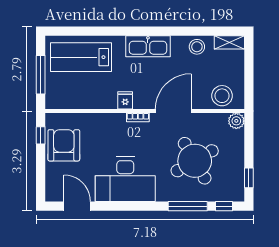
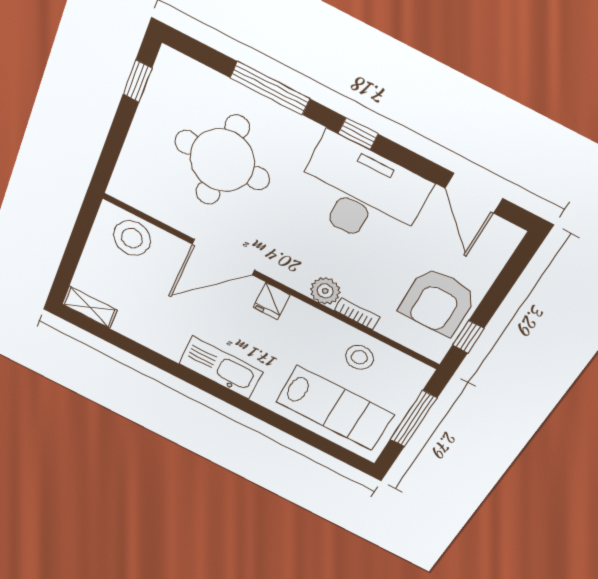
stool: (197, 47) -> (359, 357), moved
fridge: (125, 100) -> (271, 301), moved
bookcase: (138, 117) -> (357, 314), moved
plant: (236, 121) -> (325, 291), moved
round table: (195, 161) -> (222, 160), turned 30
window: (224, 206) -> (358, 134), moved

